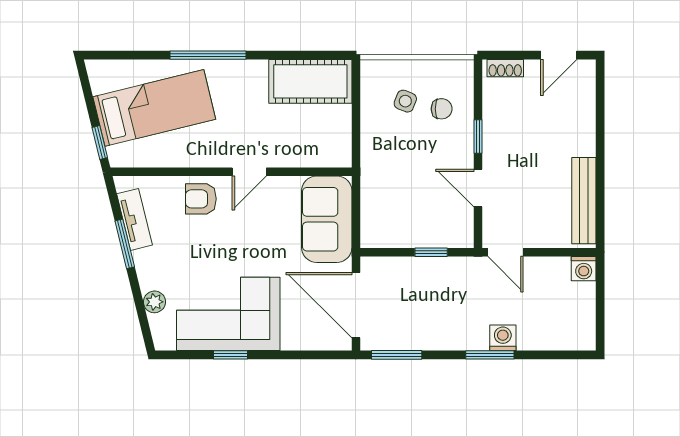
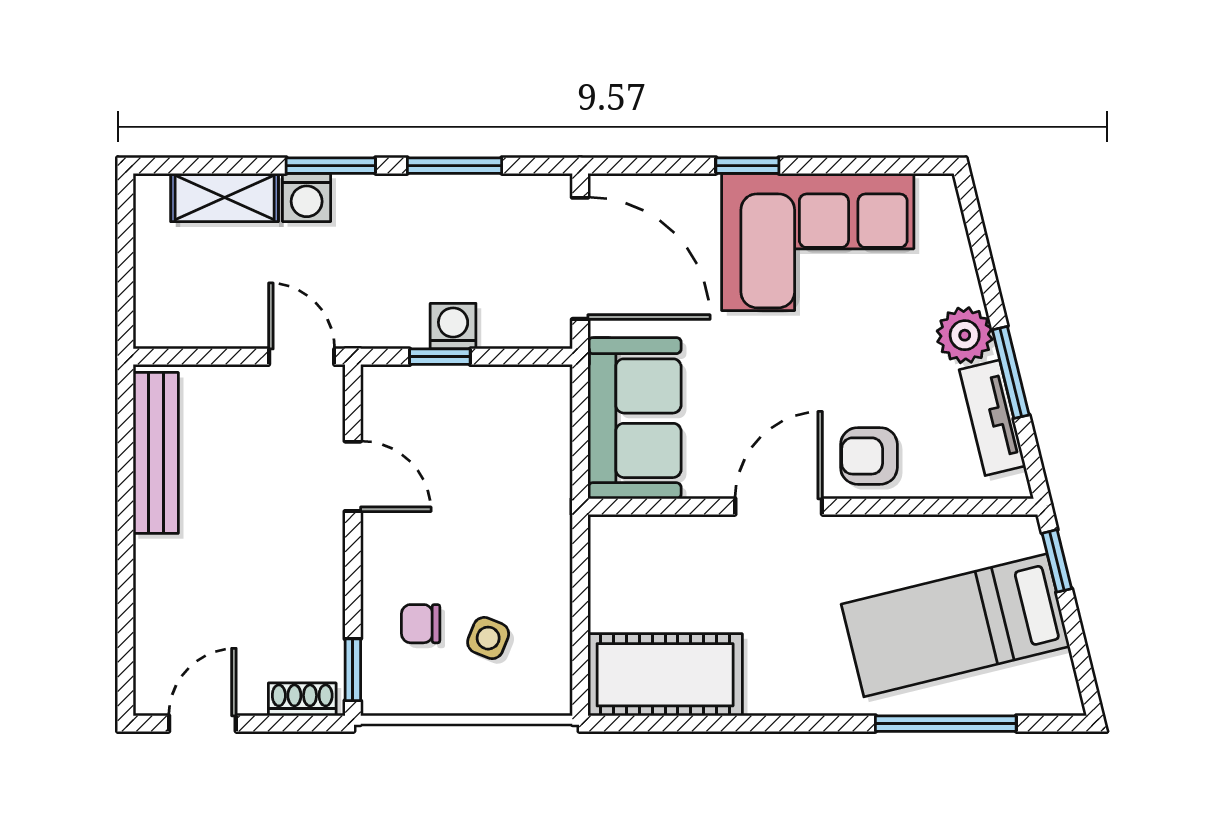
window: (208, 55) -> (946, 724), moved
window: (478, 136) -> (353, 670), moved
door: (249, 172) -> (779, 507), width x1.38
armchair: (201, 199) -> (869, 456), turned 180
washing machine: (584, 269) -> (453, 326), moved
plant: (154, 302) -> (965, 335), moved, width x1.38, depth x1.38
shelving: (547, 338) -> (225, 198), added
window: (231, 355) -> (747, 166), moved
window: (397, 355) -> (455, 166), moved

